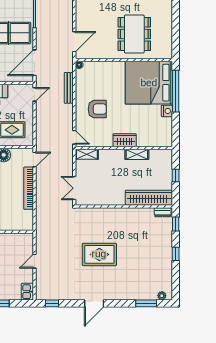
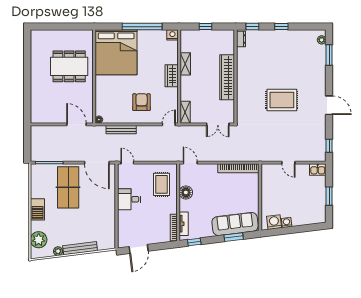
window: (176, 91) -> (142, 27), moved
nightstand: (167, 111) -> (172, 35), moved
bookcase: (29, 188) -> (238, 168), moved
wardrobe: (149, 198) -> (227, 77), moved
rug: (99, 254) -> (282, 100), turned 90

